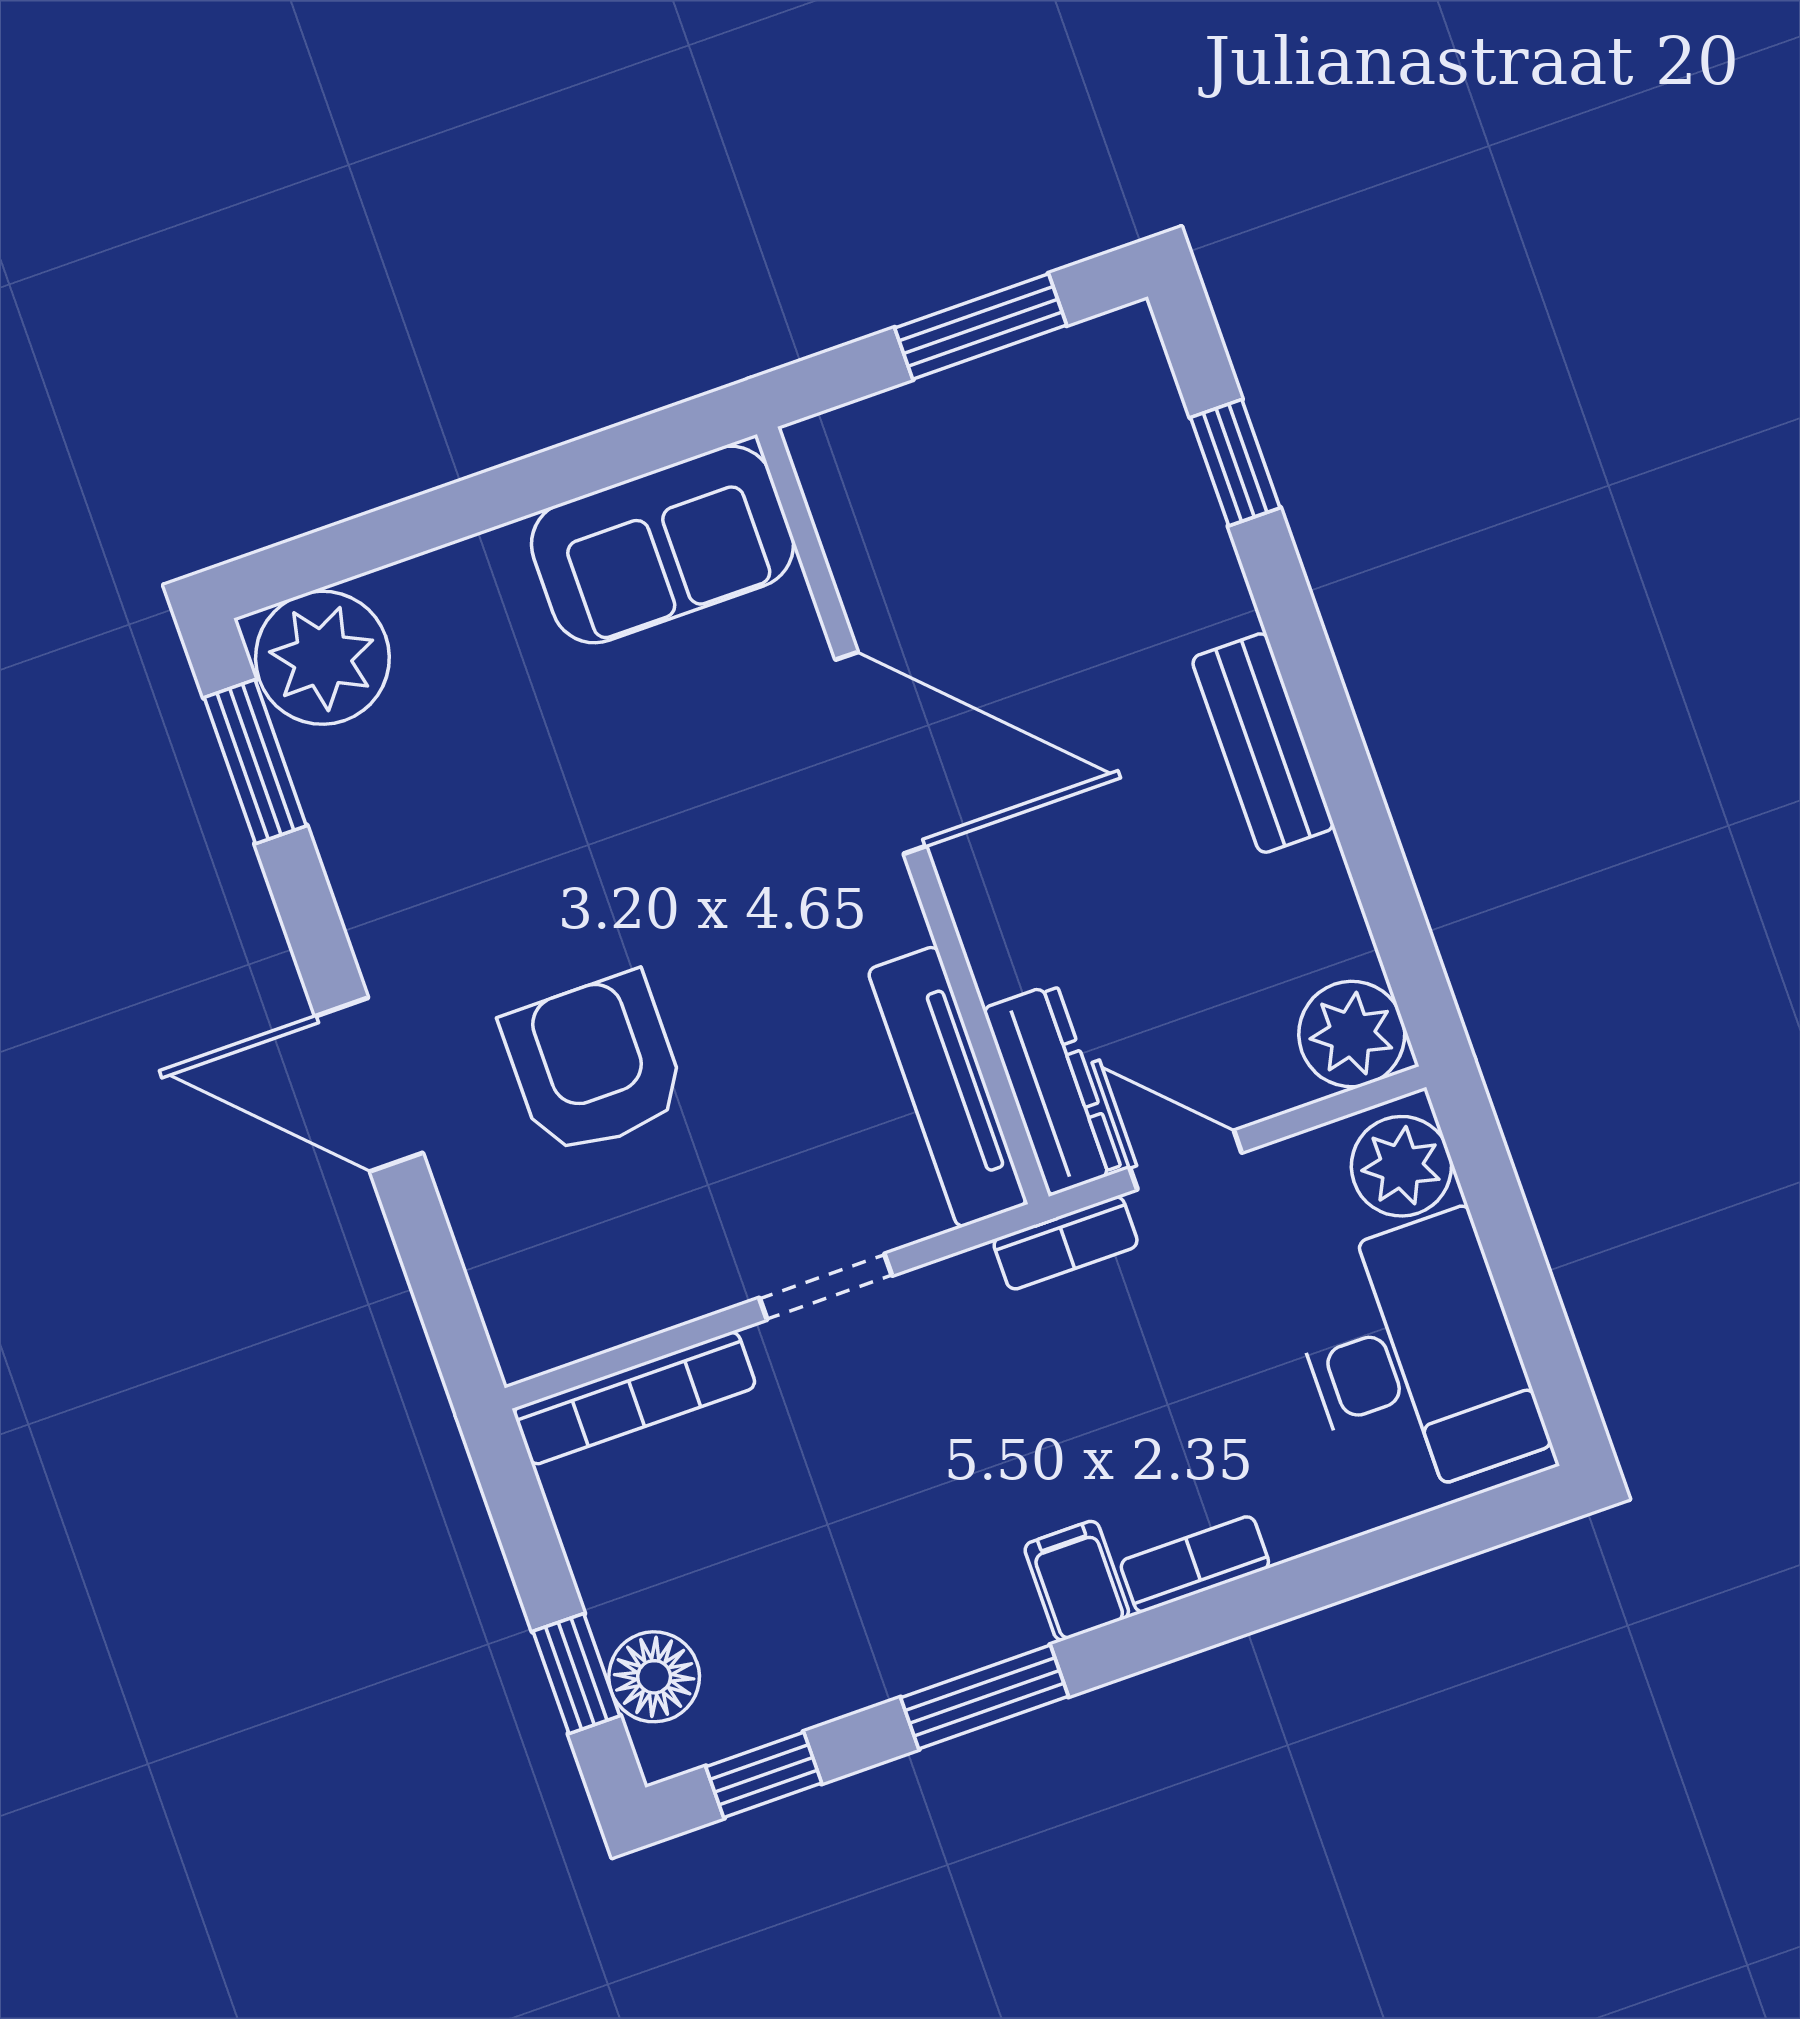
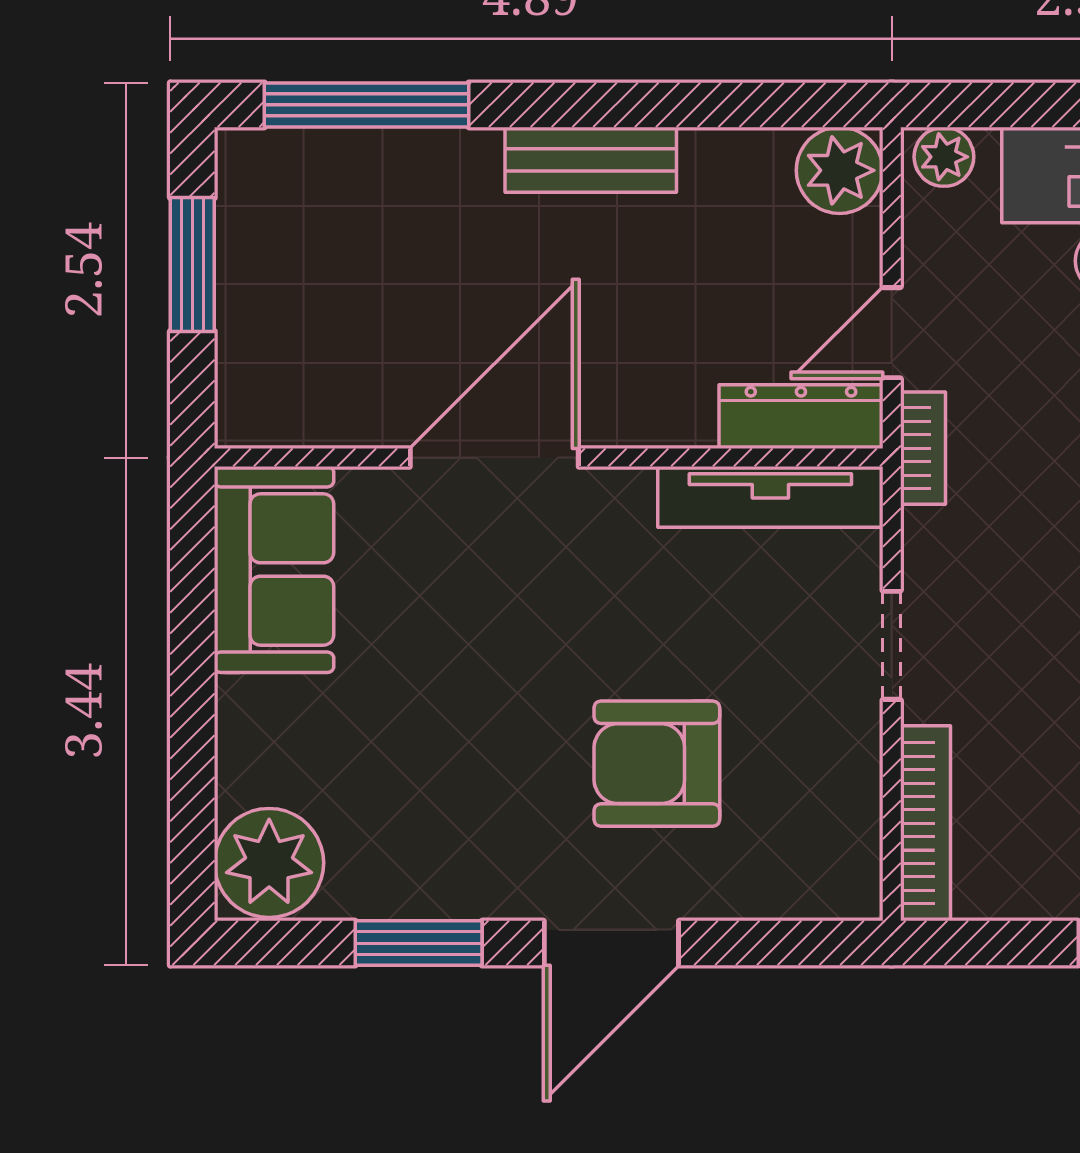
window: (1235, 463) -> (367, 105), width x2.17
window: (255, 762) -> (419, 943), moved
plant: (1401, 1166) -> (944, 157), width x0.73, depth x0.73

